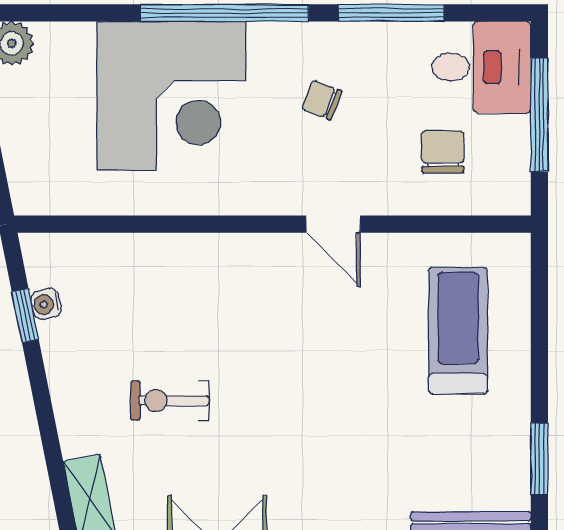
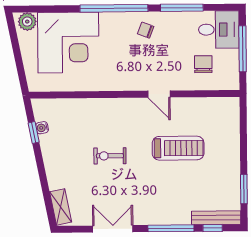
corner desk: (171, 96) -> (68, 43), moved
chair: (322, 100) -> (146, 30), moved
treadmill: (458, 331) -> (178, 148), moved, turned 90
exercise bike: (170, 400) -> (110, 156), moved

